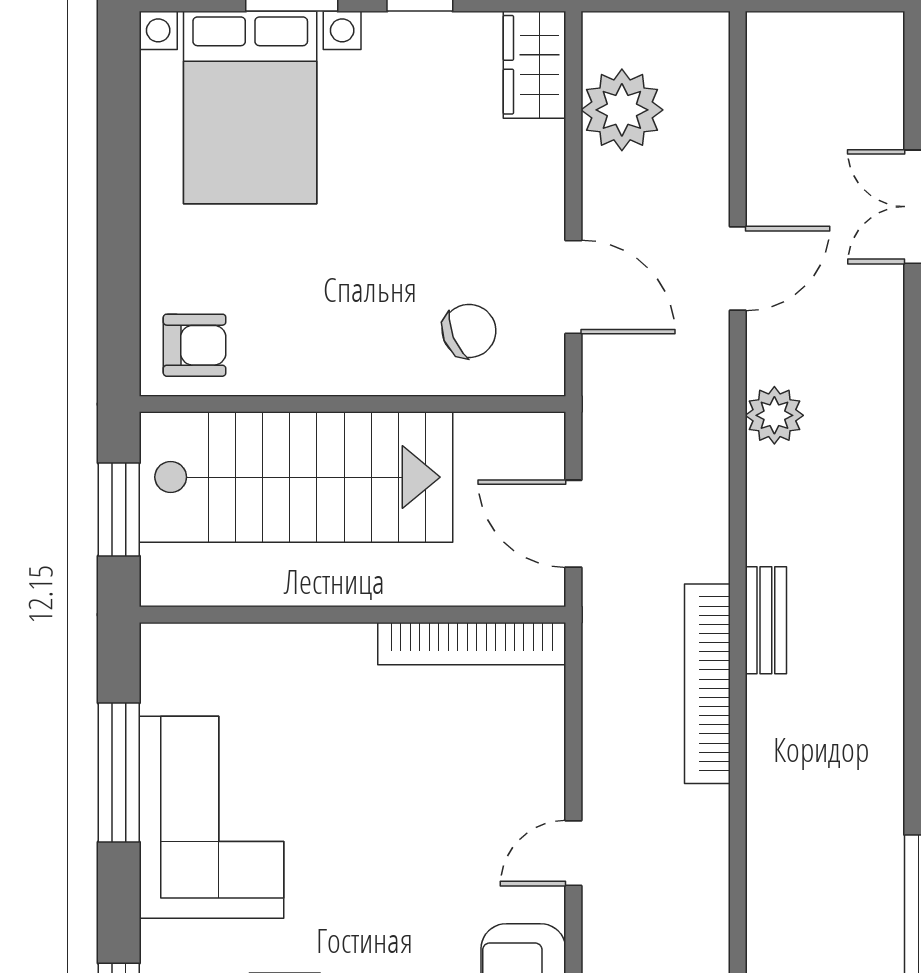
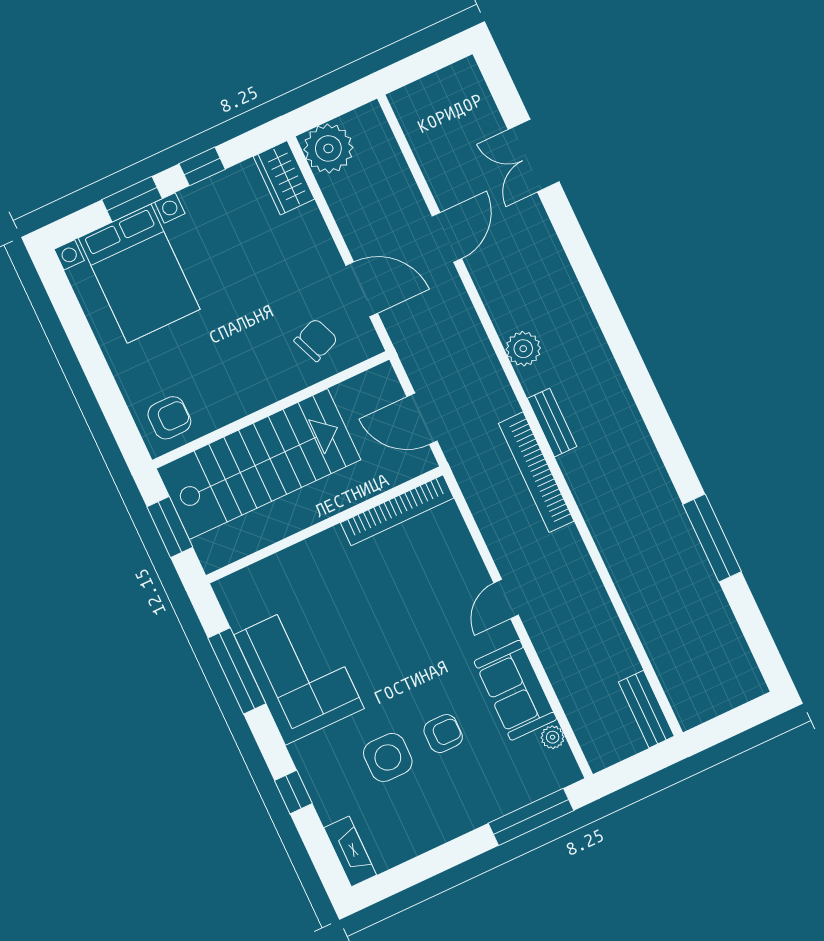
plant: (622, 110) -> (328, 148), moved
plant: (774, 415) -> (523, 349), moved

